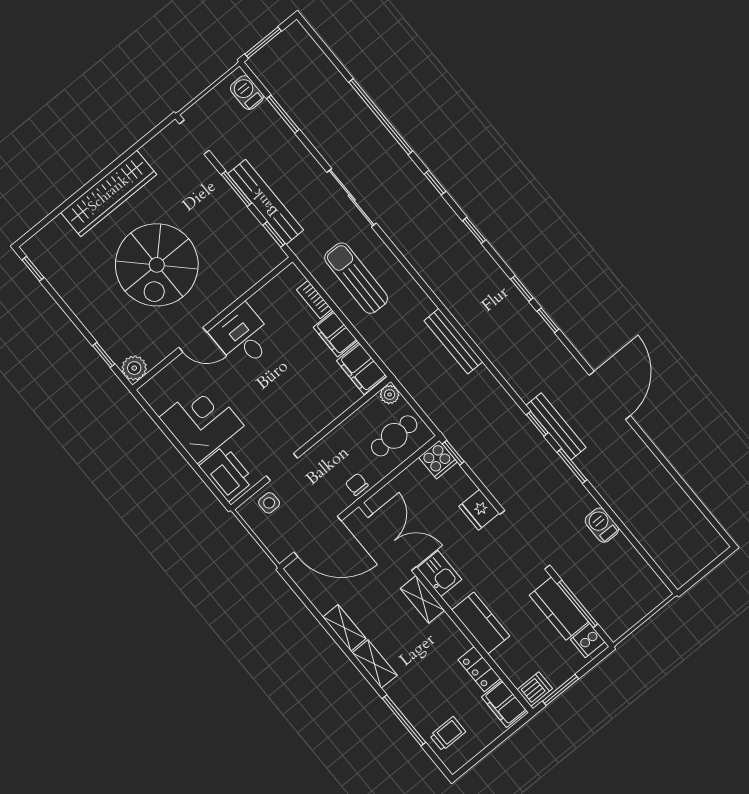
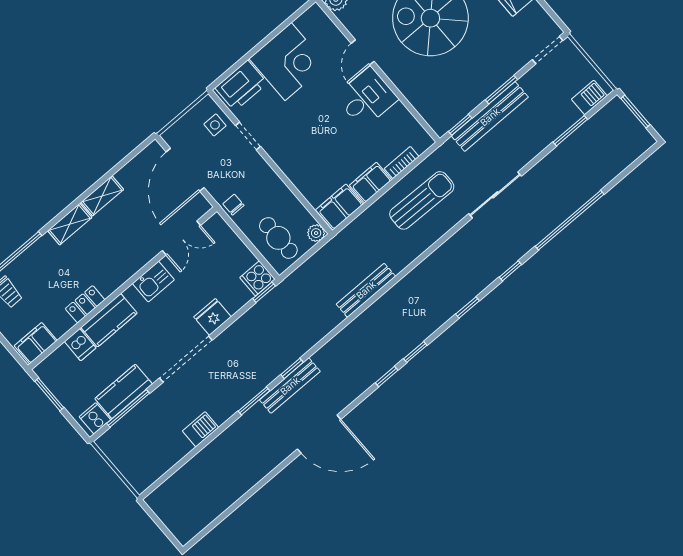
chair: (357, 484) -> (233, 205), turned -90
double door: (392, 542) -> (181, 238), width x0.73
shelving: (422, 599) -> (130, 267), removed
locker: (479, 669) -> (85, 304), moved
dishwasher: (535, 689) -> (80, 345), moved

